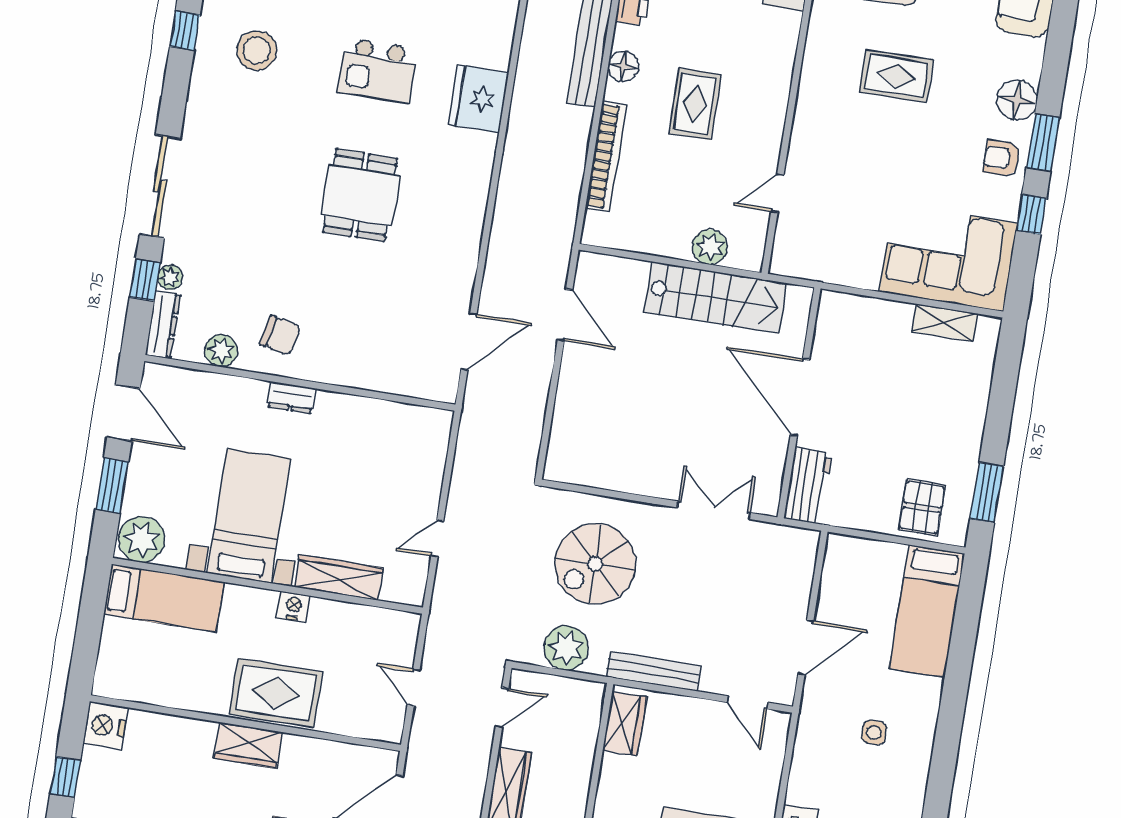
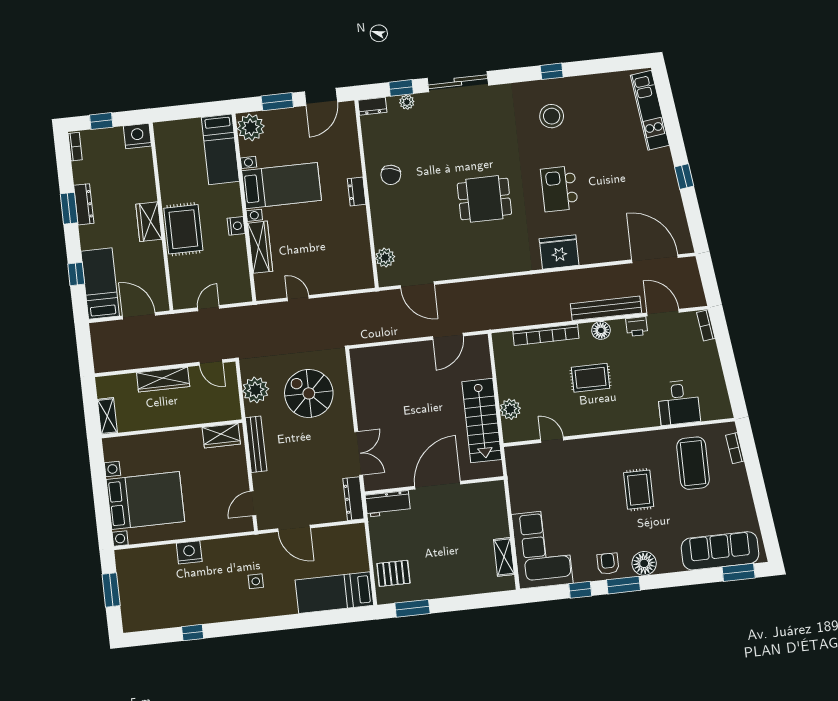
dresser: (163, 324) -> (372, 106), width x0.70
plant: (221, 351) -> (385, 258), moved
dresser: (784, 539) -> (353, 499), added

